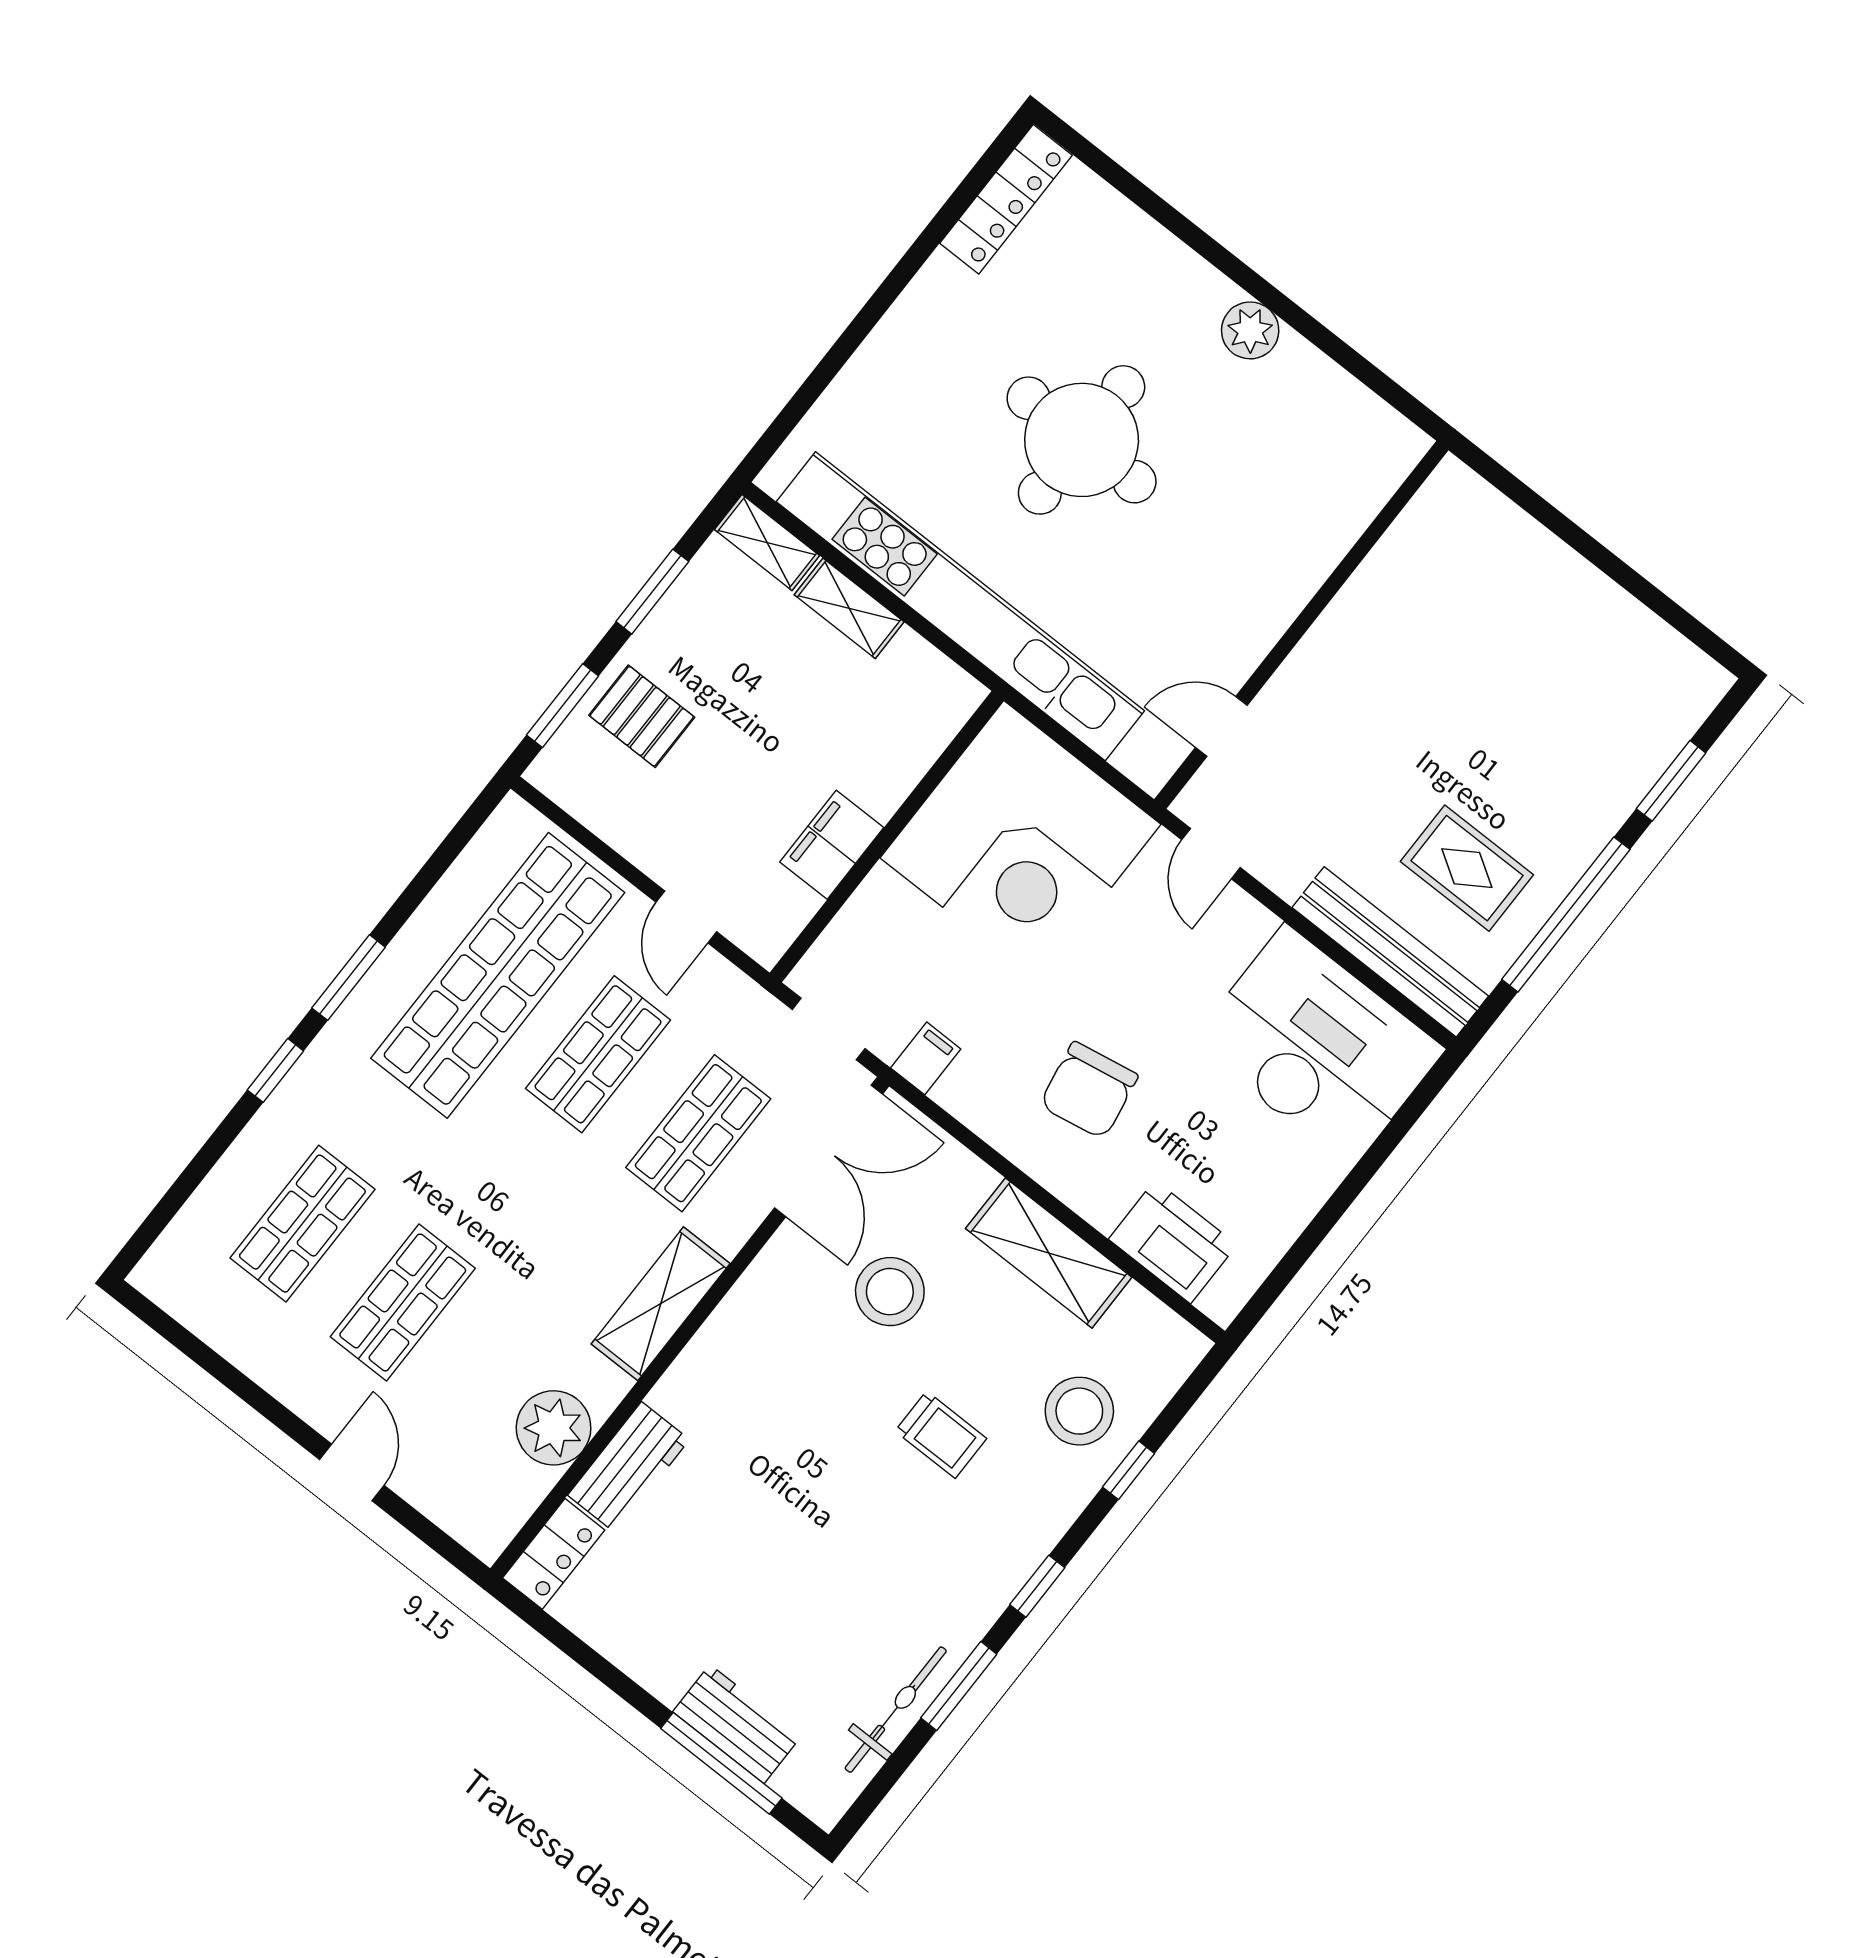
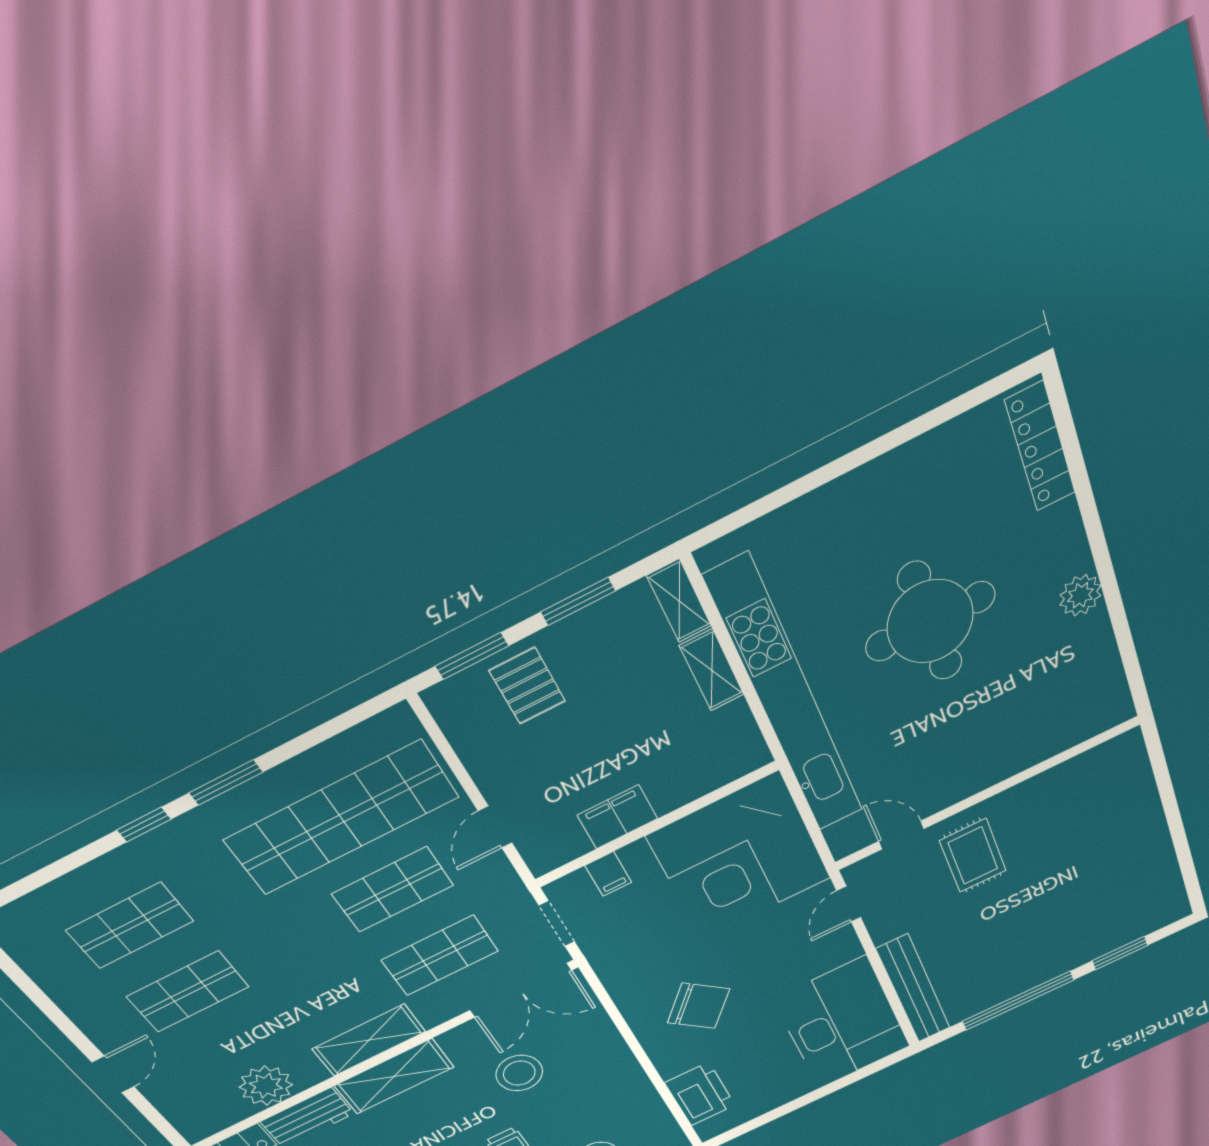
locker: (1006, 199) -> (1040, 447), moved, turned 90
rug: (1467, 868) -> (973, 856), moved
filing cabinet: (926, 1058) -> (608, 874), moved, turned 90
chair: (1089, 1090) -> (699, 1006), turned -129
shelving: (1049, 1253) -> (394, 1076), moved, turned 90

